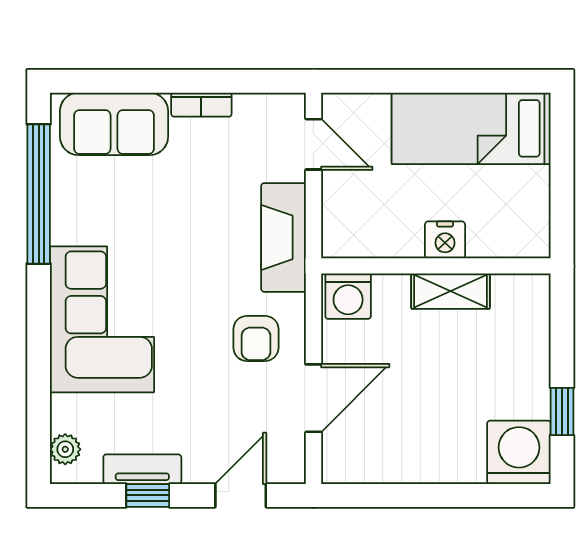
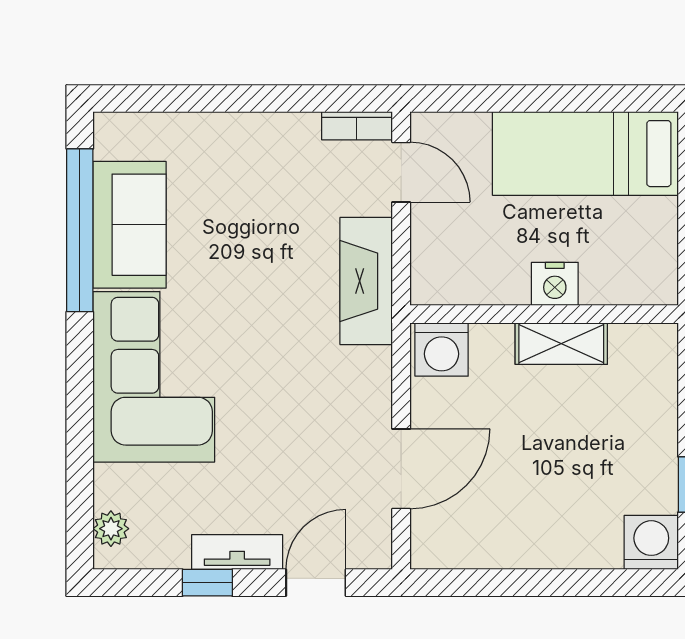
bookcase: (201, 105) -> (357, 126), moved
sofa: (114, 124) -> (130, 225), moved, turned -90
armchair: (256, 338) -> (334, 399), removed
washing machine: (519, 452) -> (651, 542), width x0.73, depth x0.73
tv unit: (142, 469) -> (237, 552), moved

